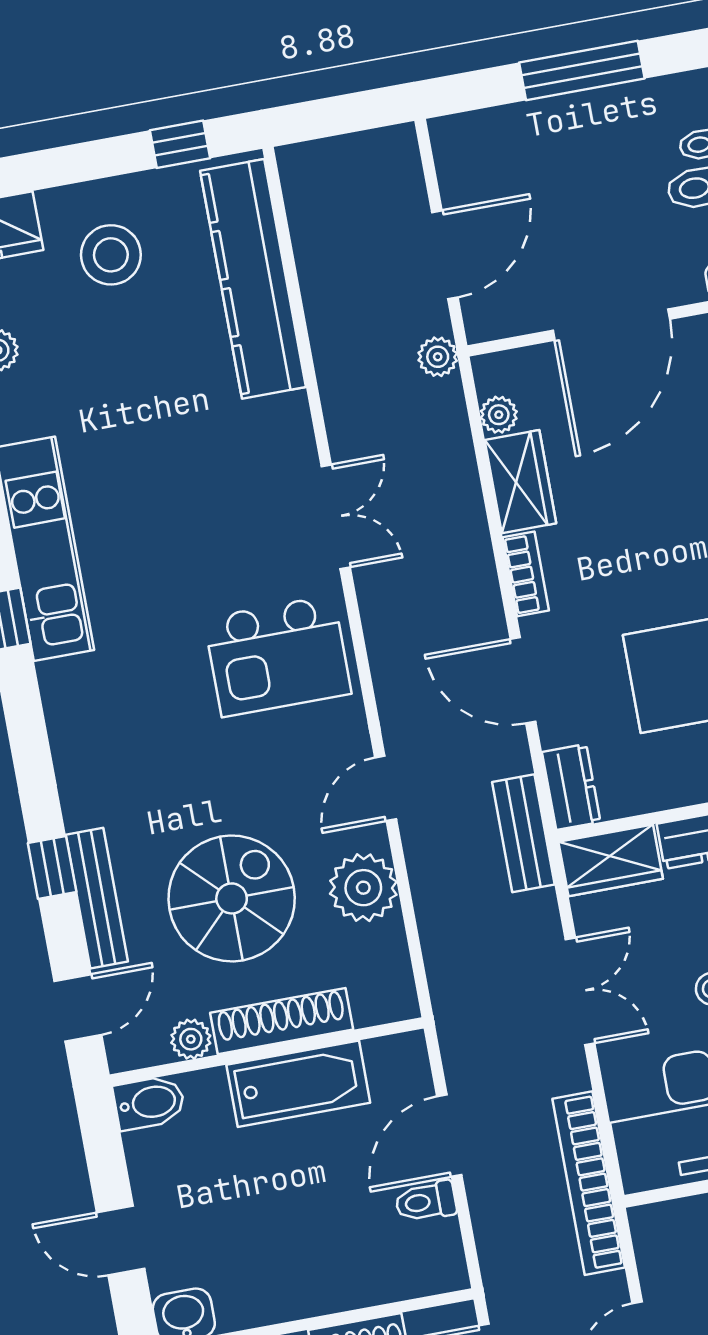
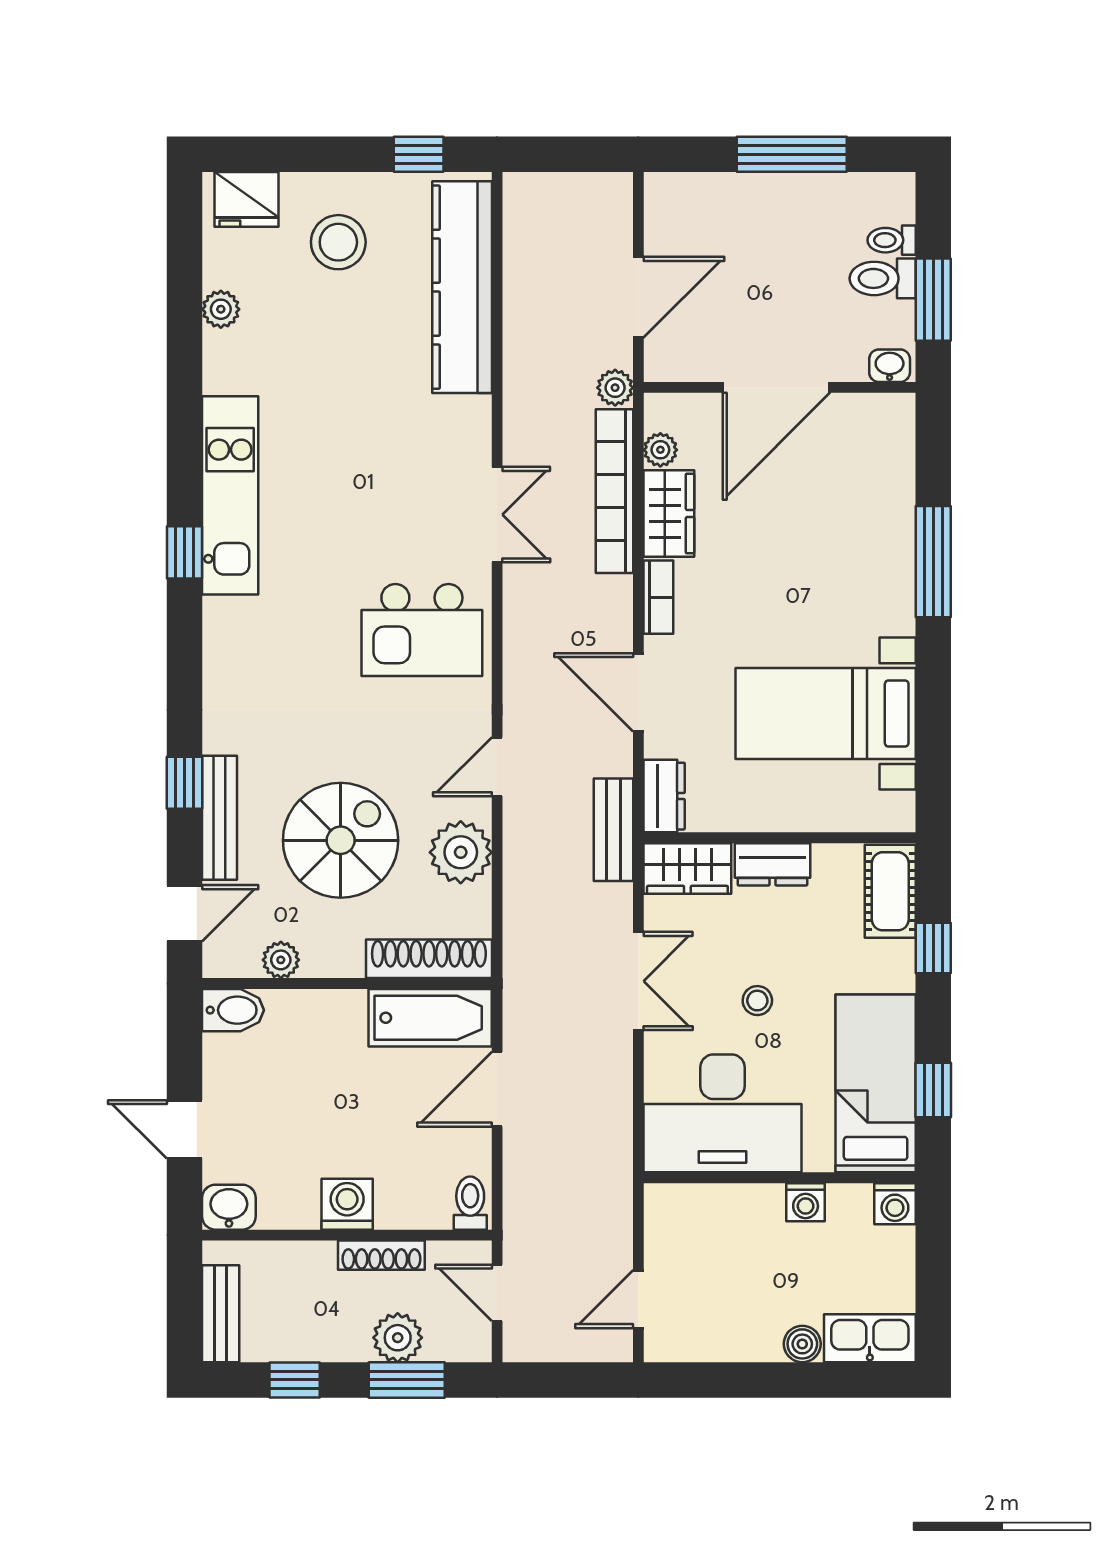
shoe rack: (282, 1021) -> (429, 959), moved
bathtub: (298, 1084) -> (430, 1018), moved
bookcase: (589, 1183) -> (614, 491), moved
toilet: (426, 1202) -> (470, 1203), moved, turned 90
washing machine: (311, 1289) -> (347, 1204), added

